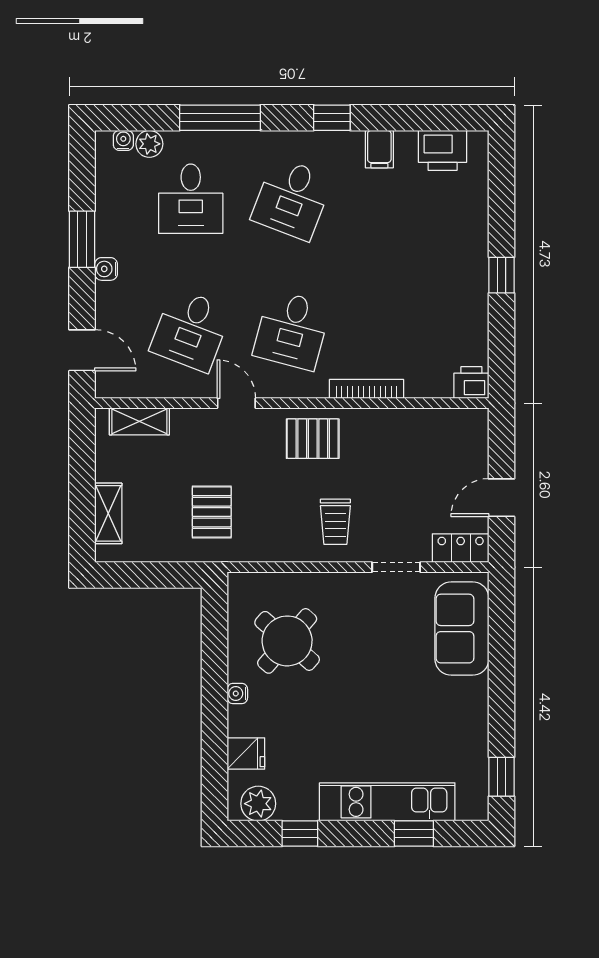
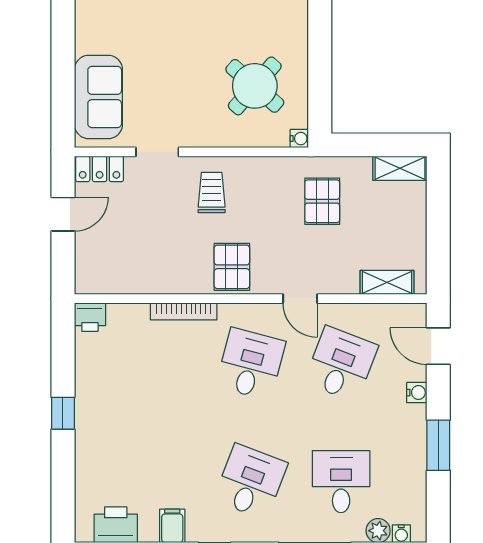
water cooler: (106, 269) -> (417, 393), moved
pallet: (313, 439) -> (232, 267), turned 90
shelving: (108, 513) -> (400, 168), moved, turned 90
water cooler: (237, 693) -> (299, 139), moved

